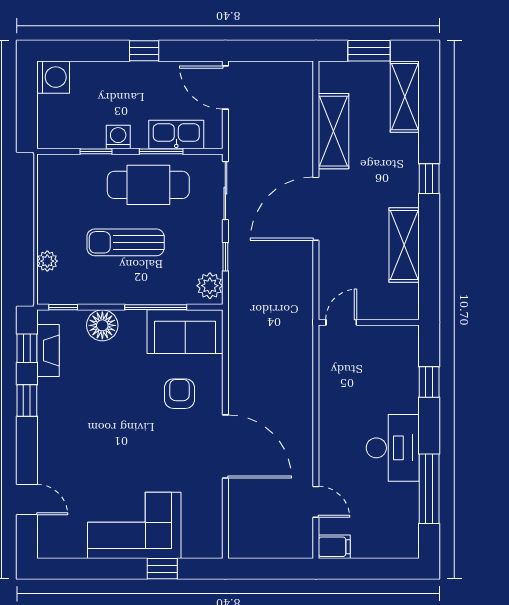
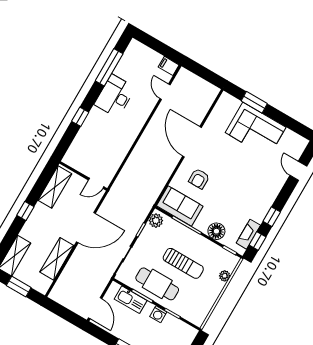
door: (341, 322) -> (96, 183), moved
wall: (369, 322) -> (83, 176), moved
window: (162, 569) -> (254, 102), width x1.50

